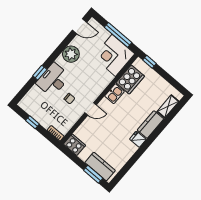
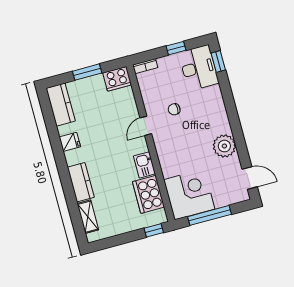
door: (80, 26) -> (250, 178), swing flipped
window: (40, 73) -> (218, 62), moved
desk: (53, 80) -> (199, 68), moved
fridge: (138, 139) -> (70, 142), moved
kitchen counter: (100, 166) -> (61, 105), moved, turned -90
window: (93, 174) -> (87, 72), moved

